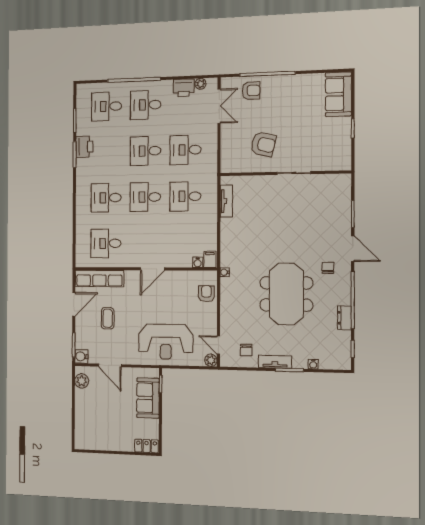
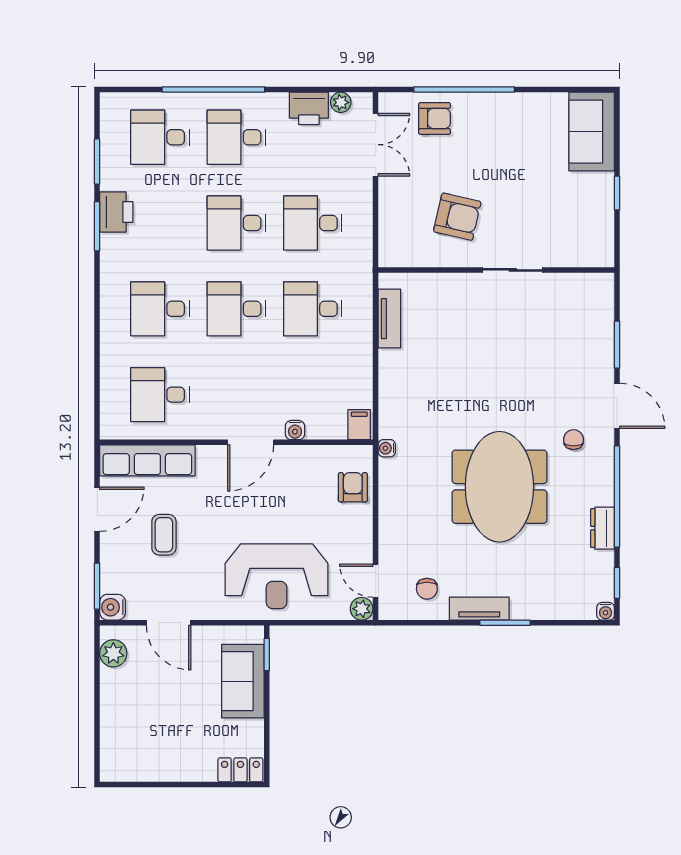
water cooler: (198, 262) -> (295, 430), moved
water cooler: (313, 364) -> (606, 611), moved

